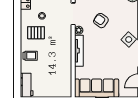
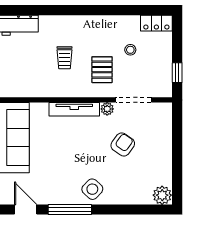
pallet: (36, 33) -> (102, 70), moved
trolley: (30, 56) -> (64, 58), moved

